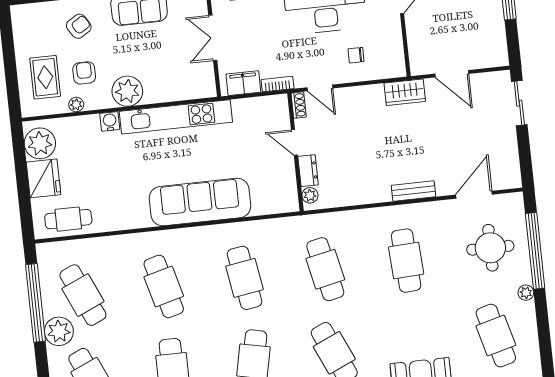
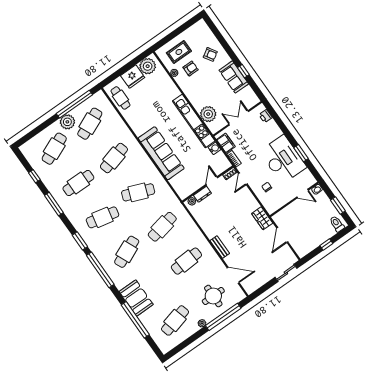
plant: (127, 91) -> (208, 114), moved
water cooler: (110, 121) -> (214, 148), moved
cafe table: (245, 278) -> (138, 192), turned 30

